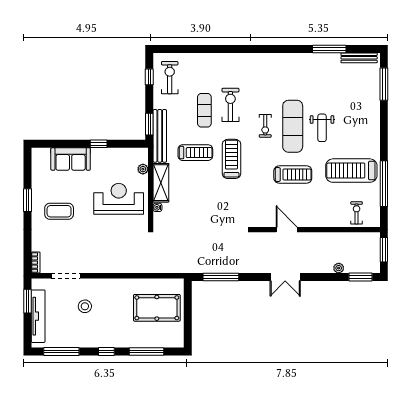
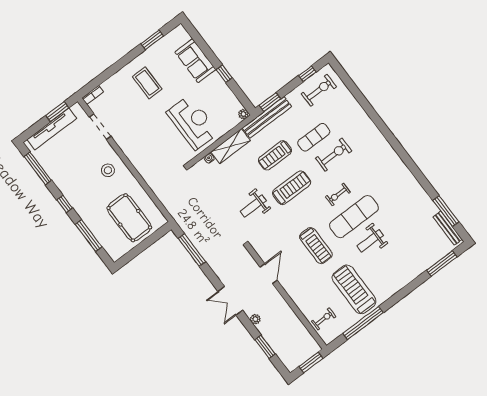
window: (329, 49) -> (446, 211), moved
treadmill: (195, 153) -> (275, 155), turned 90
plant: (143, 169) -> (243, 114), moved
window: (28, 200) -> (152, 40), moved
weight bench: (223, 201) -> (253, 206), added
plant: (339, 268) -> (255, 319), moved
window: (360, 277) -> (265, 347), moved
stool: (85, 306) -> (108, 170), moved

